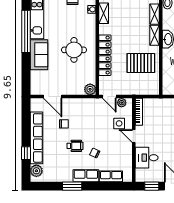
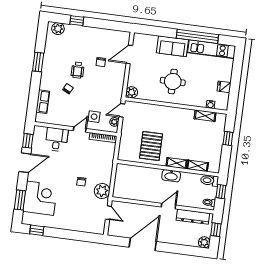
locker: (105, 55) -> (164, 111), removed
row of seats: (36, 138) -> (91, 33), removed
row of seats: (86, 176) -> (47, 77), removed

